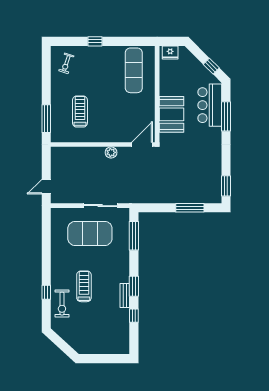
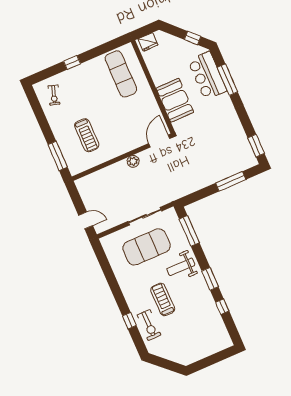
treadmill: (80, 112) -> (87, 135), turned 180
door: (46, 187) -> (86, 220), swing flipped
weight bench: (113, 264) -> (181, 267), added
bench: (125, 295) -> (205, 291), removed

